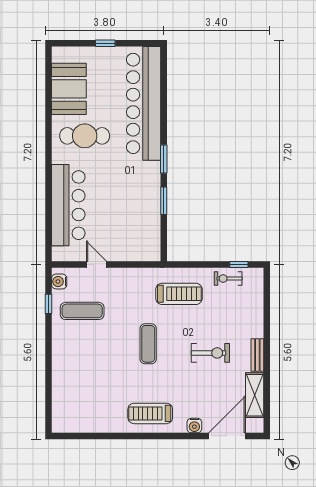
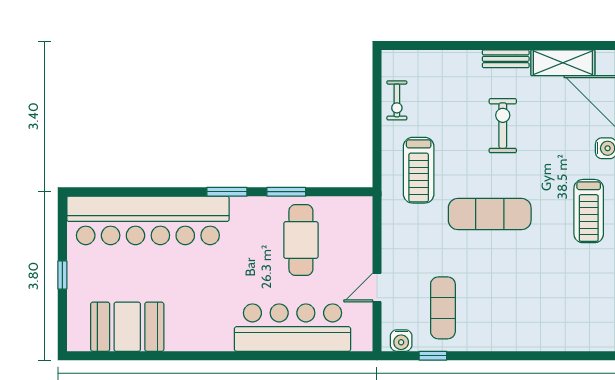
cafe table: (85, 136) -> (301, 240), moved
window: (239, 265) -> (377, 85), removed
treadmill: (179, 294) -> (419, 170), turned 180
exercise mat: (148, 344) -> (490, 214), width x1.36, depth x1.45

